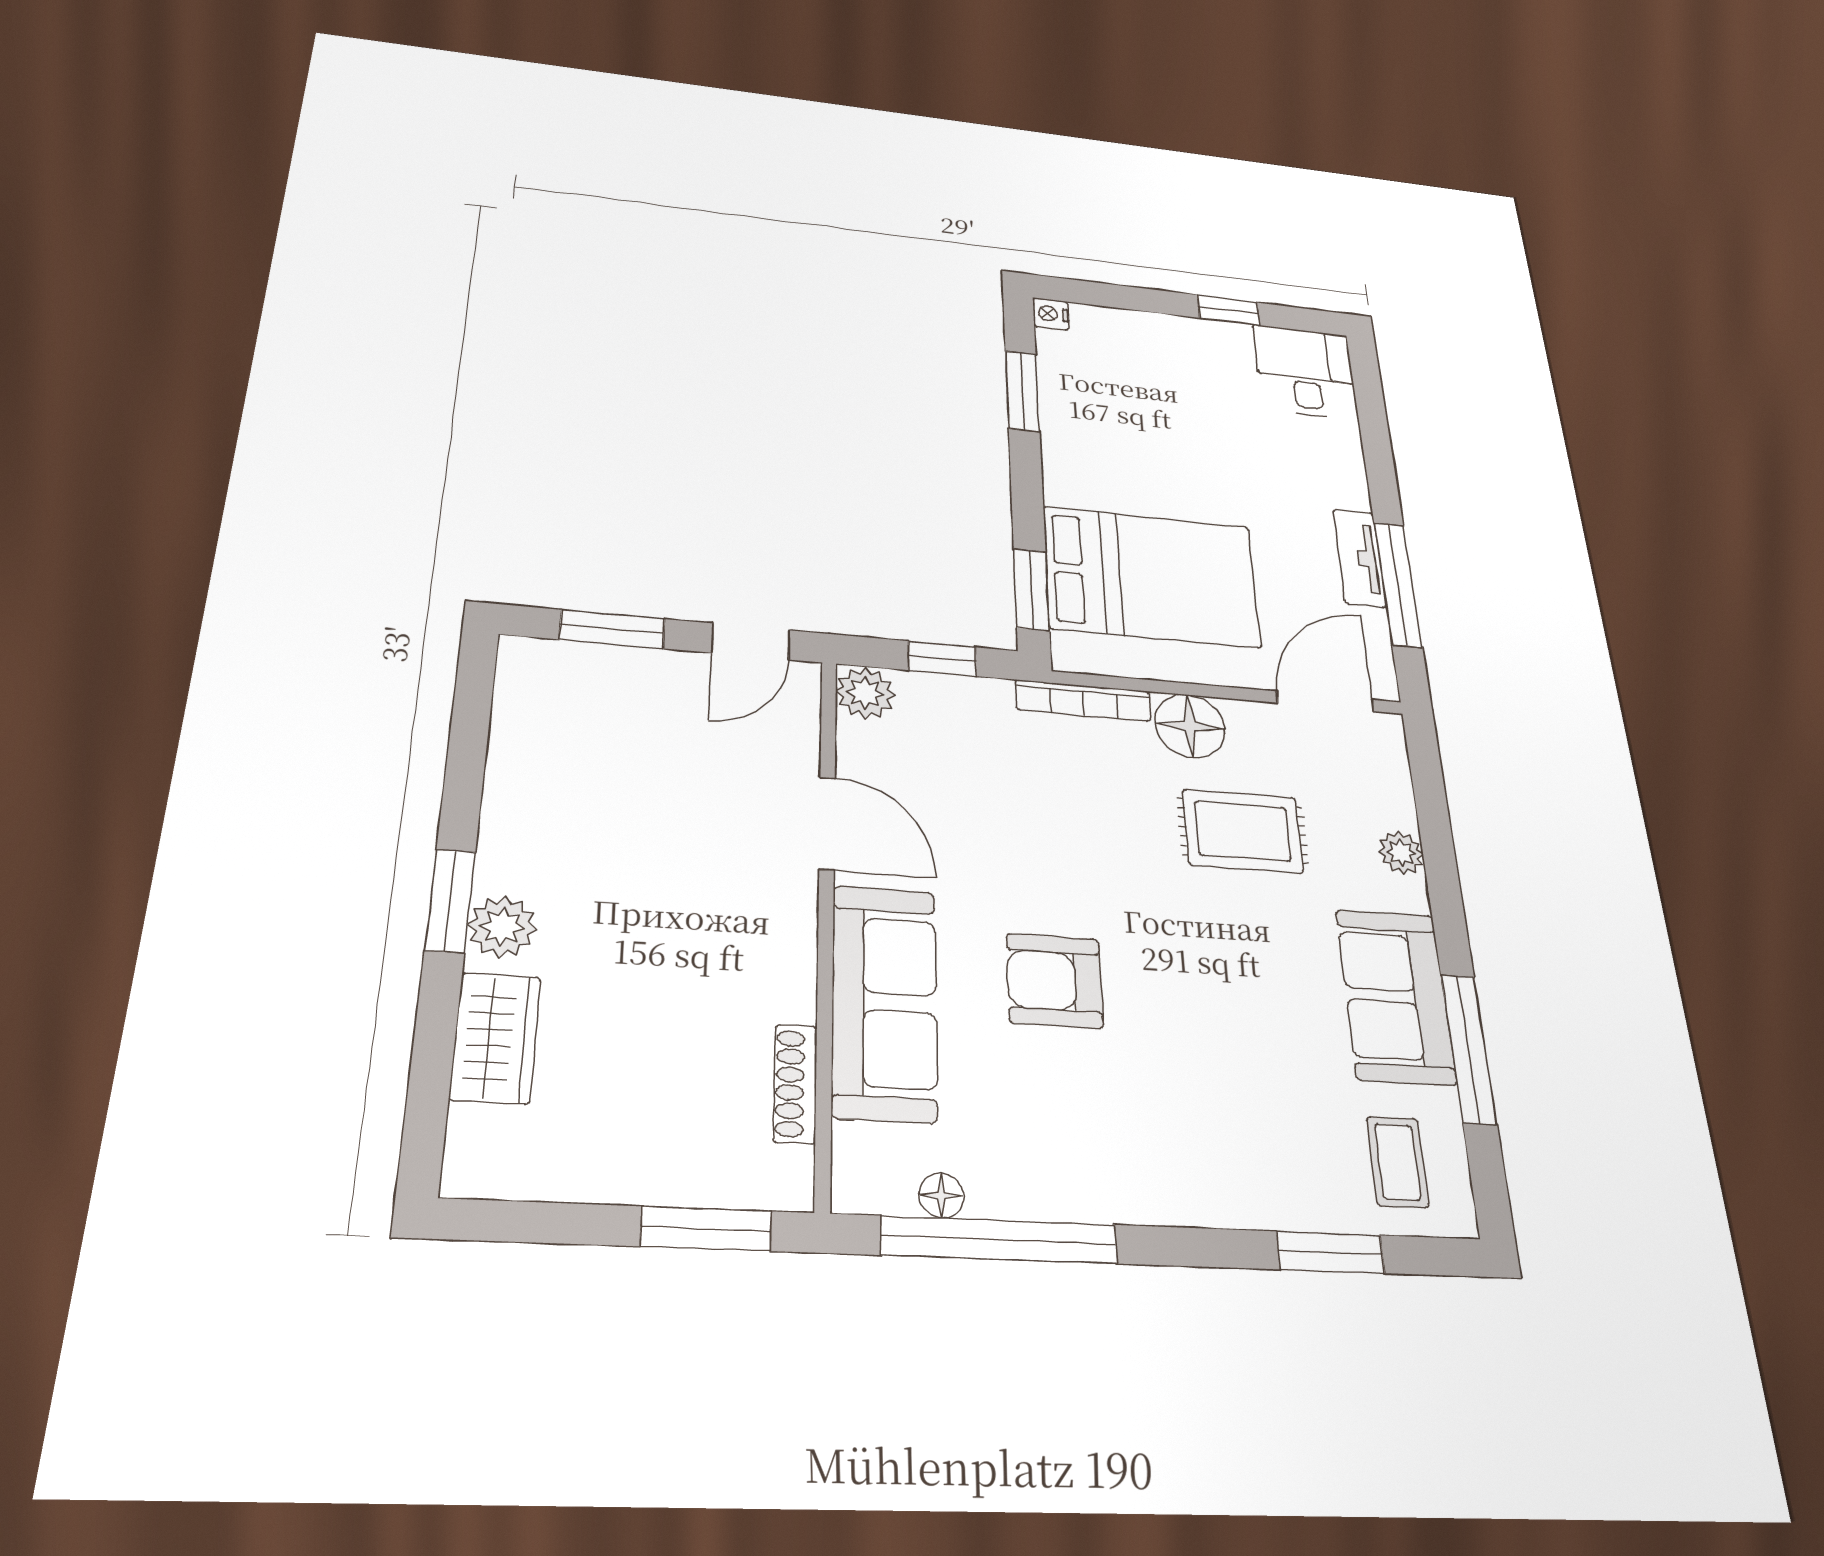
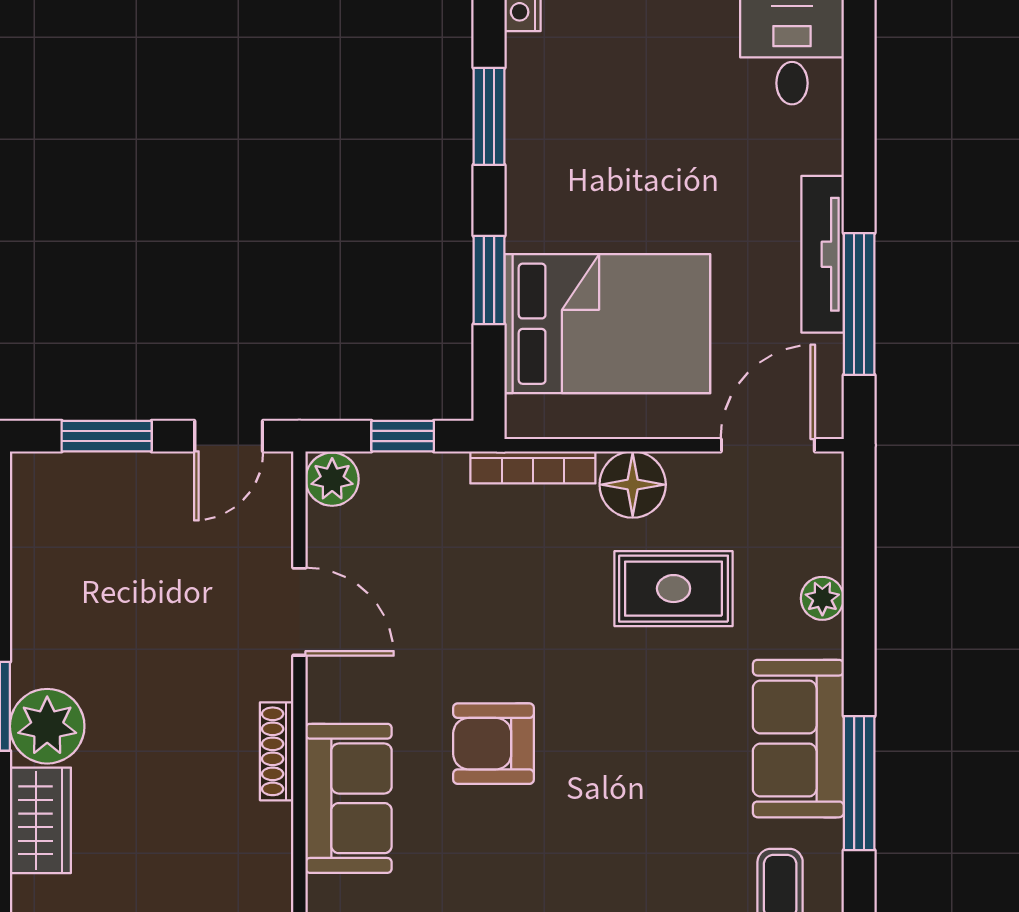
tv unit: (1359, 558) -> (823, 254), width x1.41
window: (1031, 590) -> (489, 280), moved
plant: (502, 927) -> (47, 726), width x1.36, depth x1.36
sofa: (884, 1002) -> (349, 798), width x0.73
shoe rack: (795, 1084) -> (277, 751), moved

